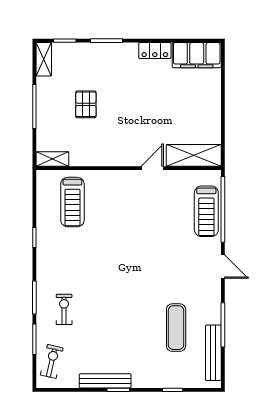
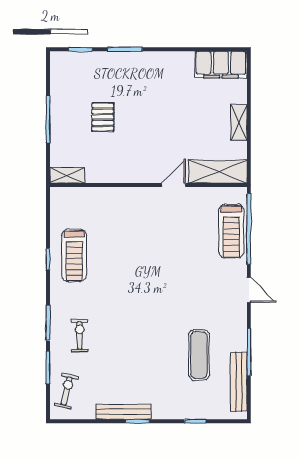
locker: (155, 51) -> (176, 60), removed
shelving: (44, 59) -> (239, 123), moved
treadmill: (72, 202) -> (74, 255), moved

